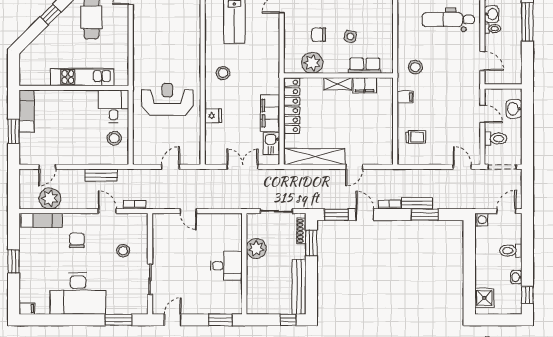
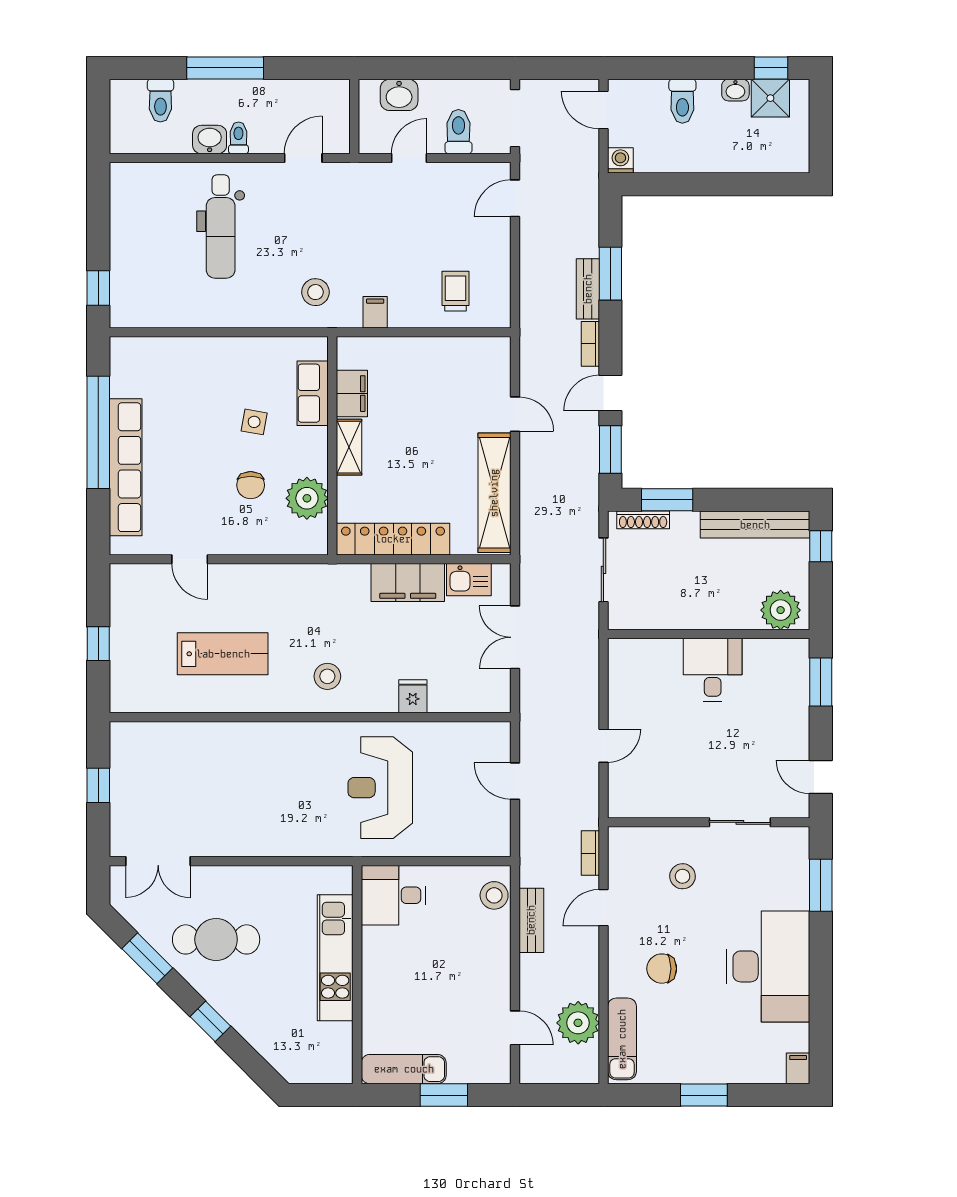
stool: (114, 138) -> (494, 895), moved
plant: (256, 249) -> (781, 610), moved
shower: (484, 298) -> (770, 98), moved

